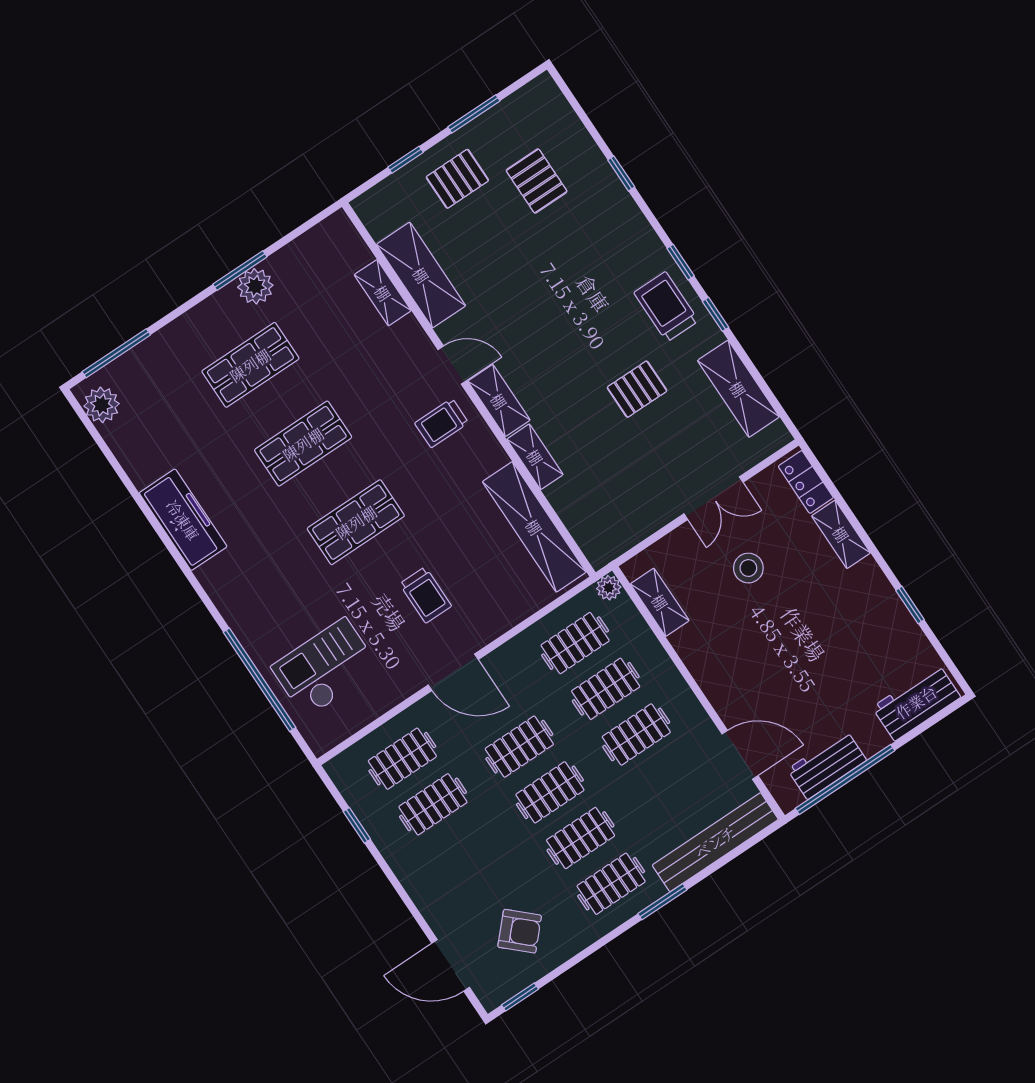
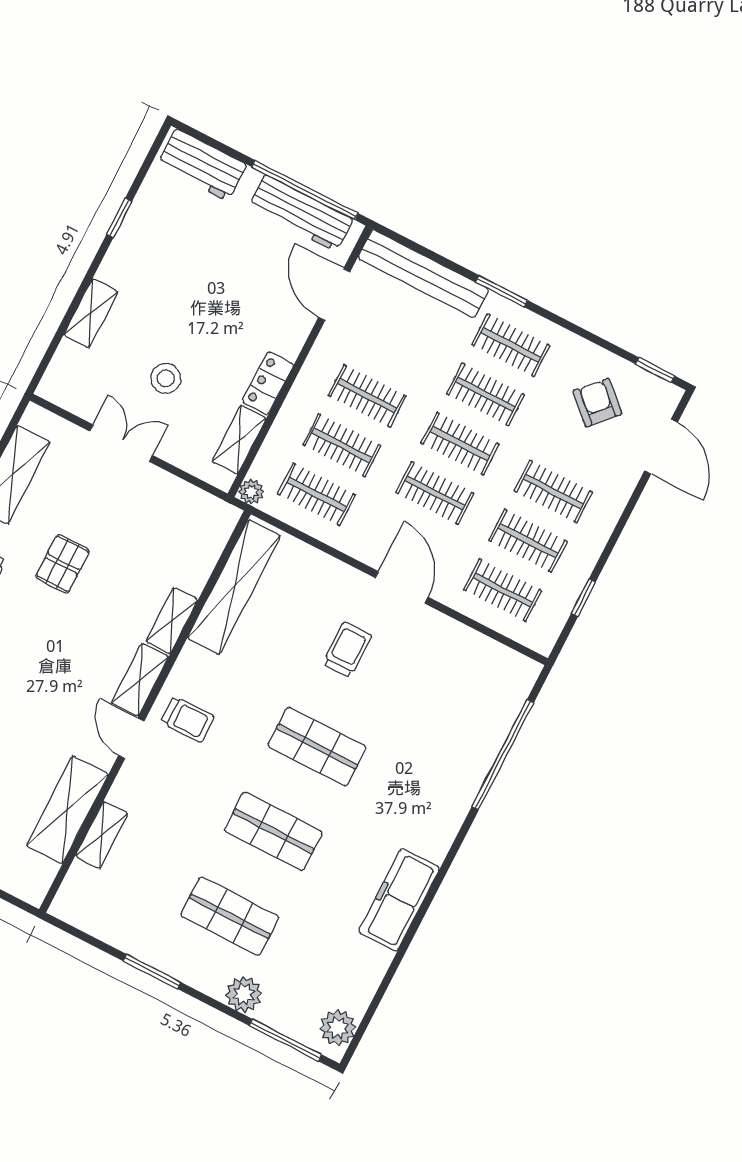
plant: (255, 286) -> (244, 994), moved
pallet: (637, 389) -> (62, 564), turned 90
locker: (806, 482) -> (268, 383), moved, turned 180
checkout: (325, 668) -> (460, 702), removed
workbench: (827, 765) -> (301, 213), width x1.38
clothes rail: (464, 850) -> (553, 491), added

